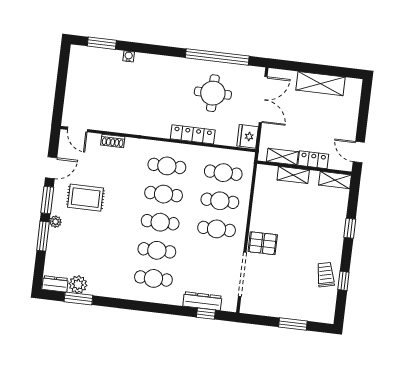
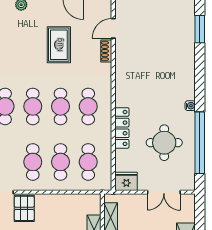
water cooler: (129, 56) -> (190, 106), moved
double door: (263, 100) -> (164, 192), width x0.73
door: (77, 129) -> (113, 28), moved
rug: (86, 198) -> (59, 45), moved

